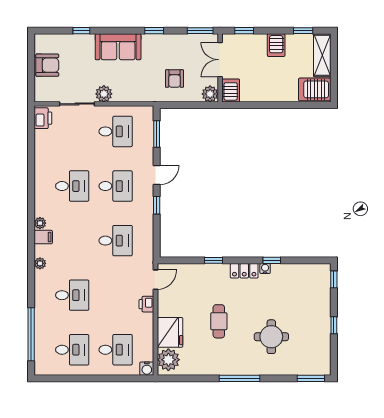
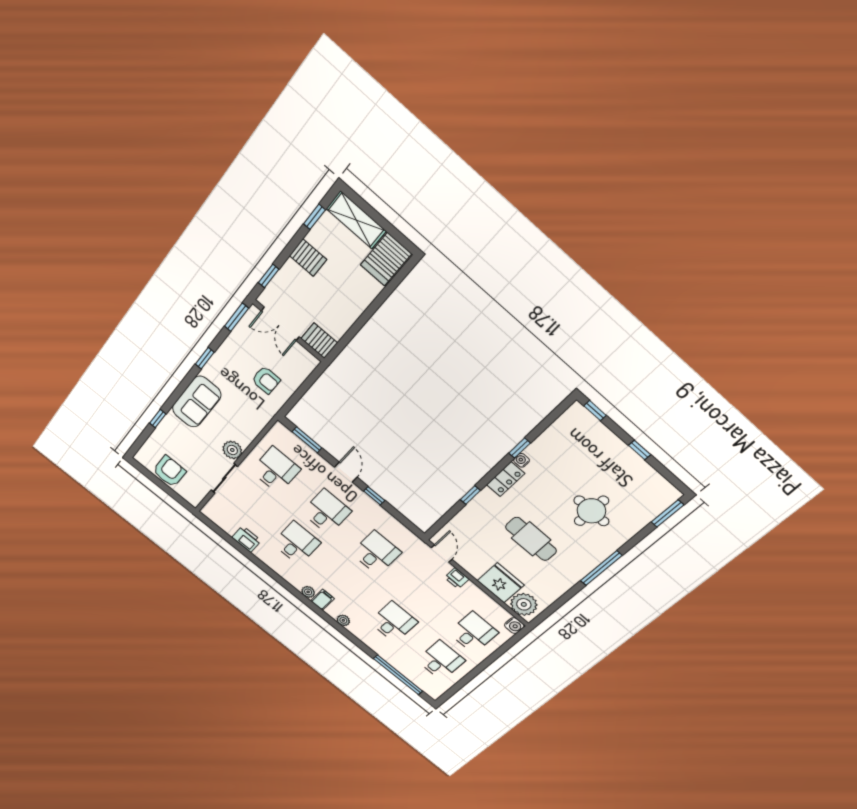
plant: (210, 94) -> (307, 362), removed
printer: (43, 118) -> (247, 539), moved
cafe table: (219, 321) -> (531, 539), width x1.37, depth x1.35

